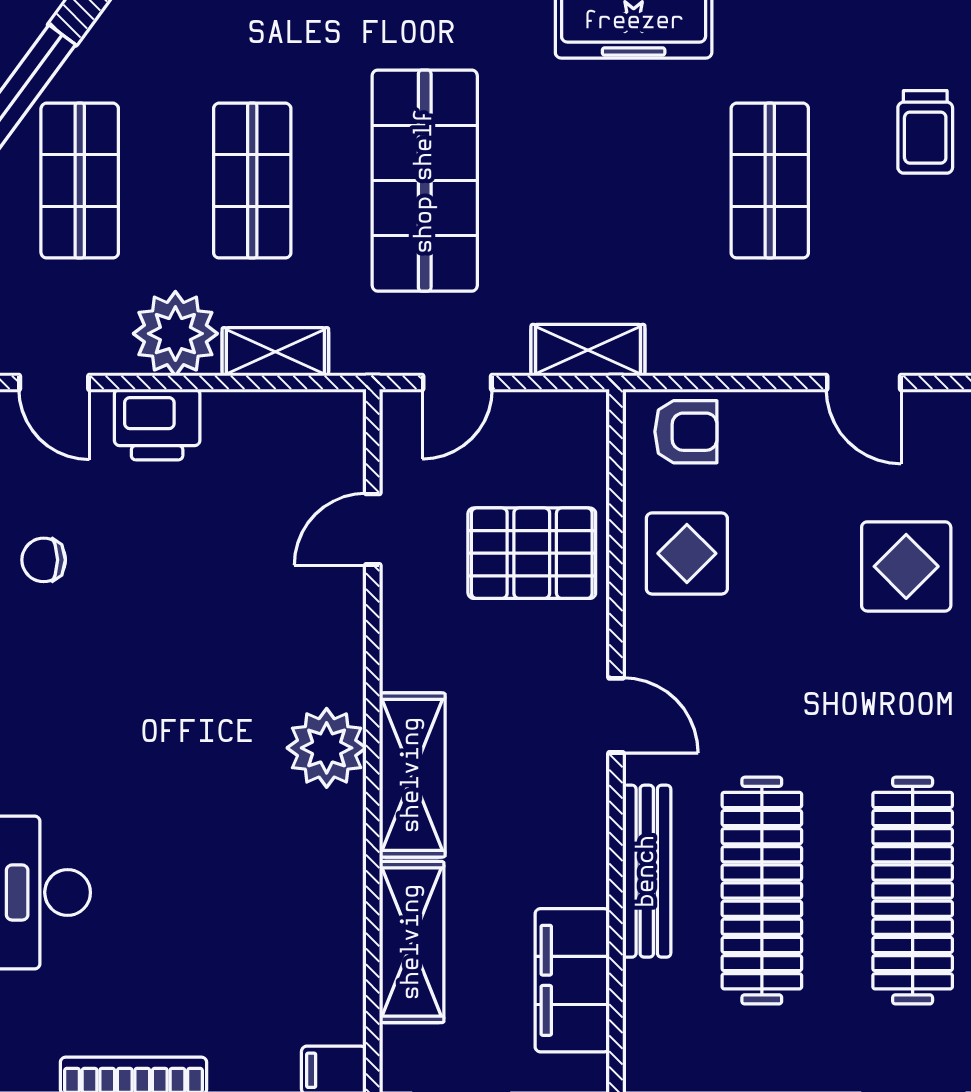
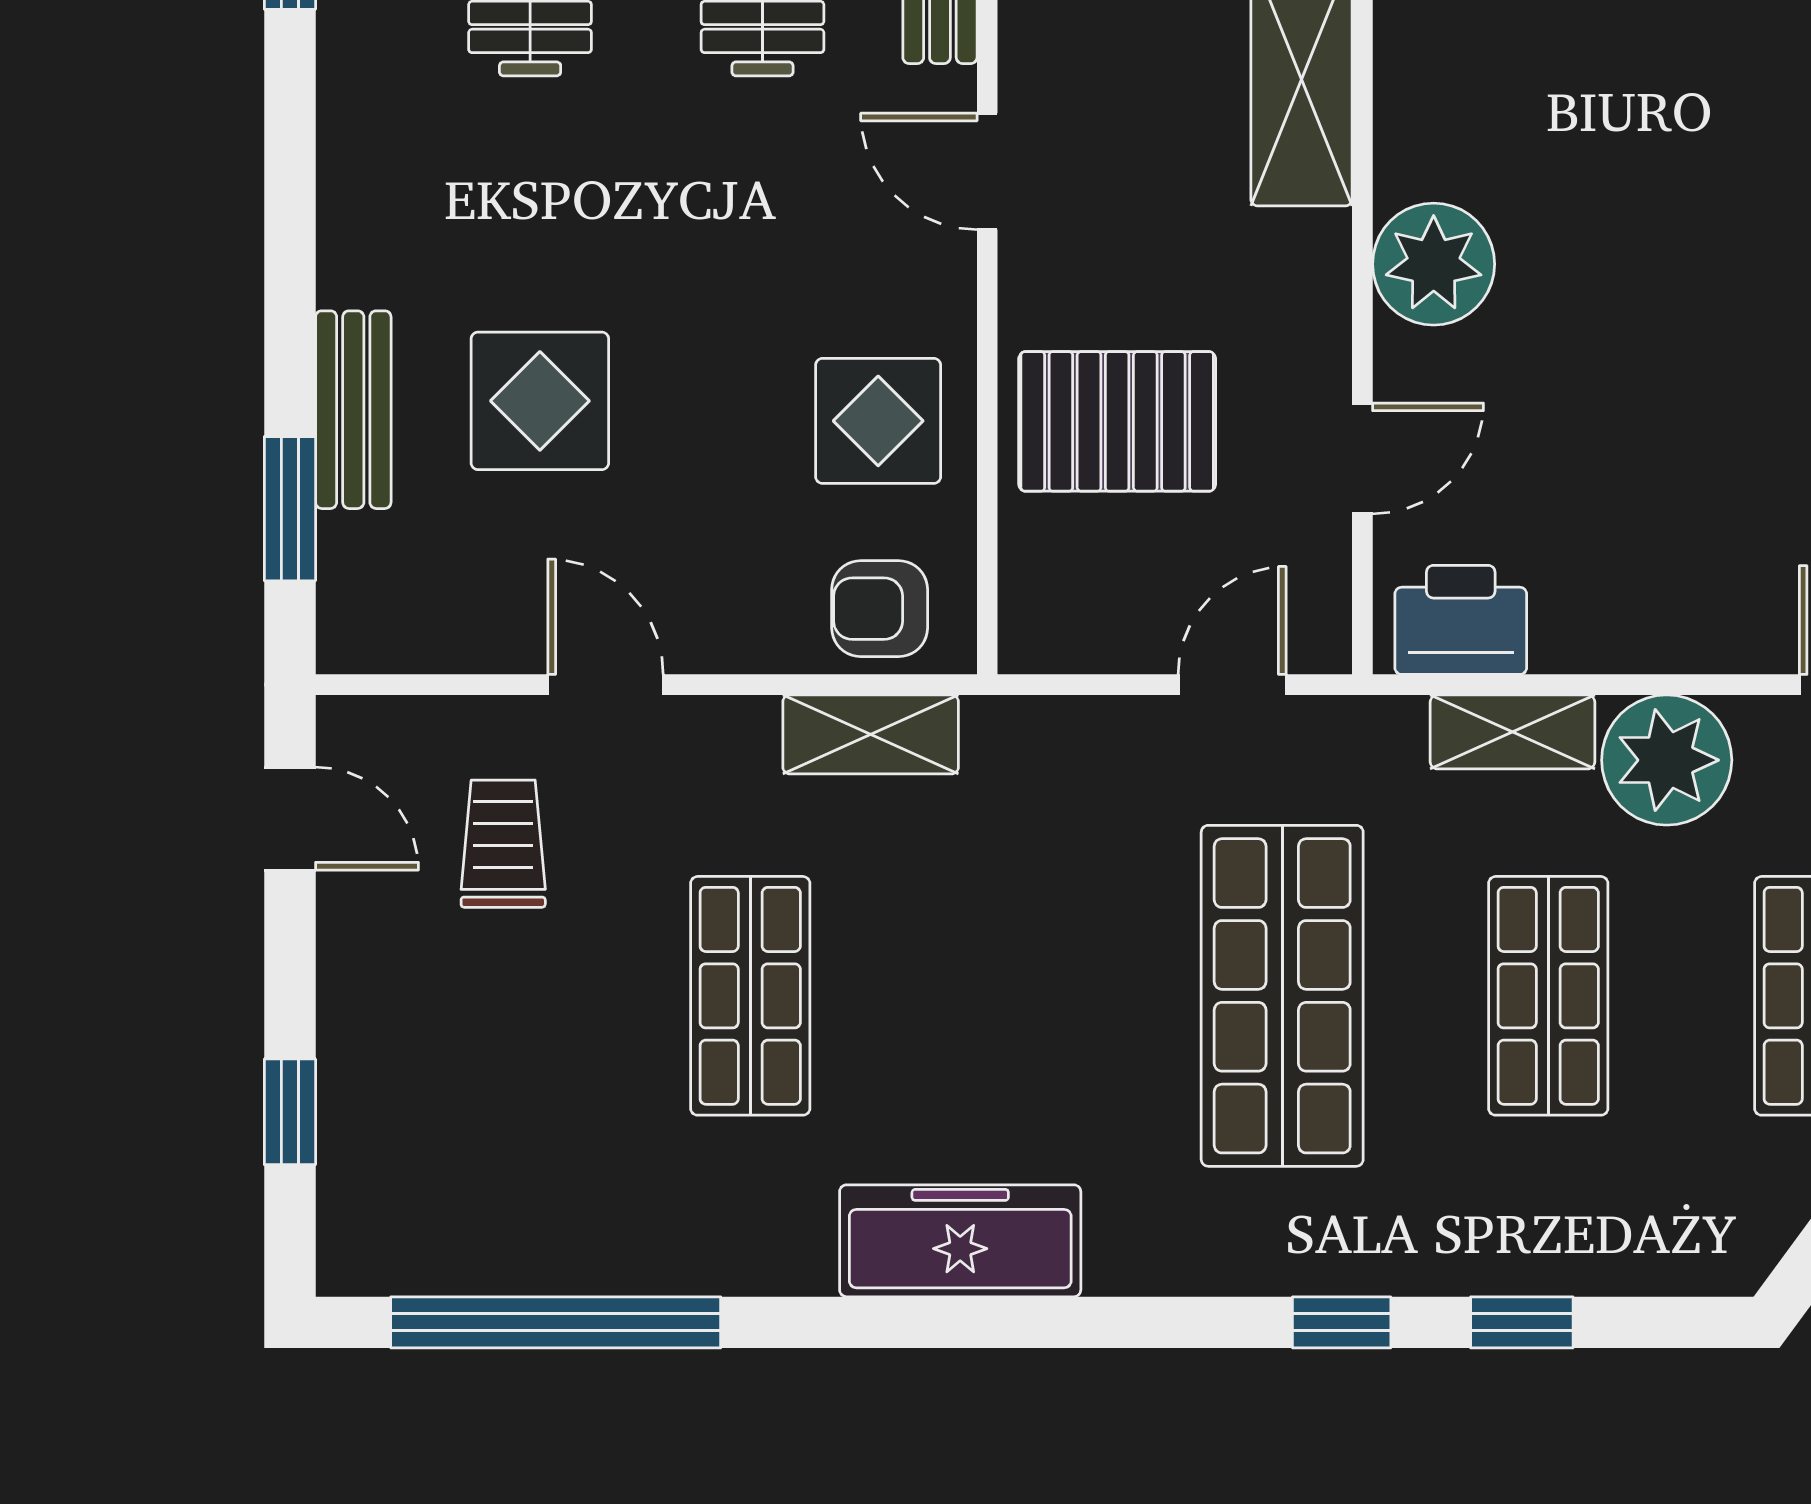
trolley: (925, 132) -> (503, 844), moved
shelving: (588, 350) -> (871, 734), moved
printer: (157, 424) -> (1461, 620), moved
plant: (327, 748) -> (1434, 264), moved

